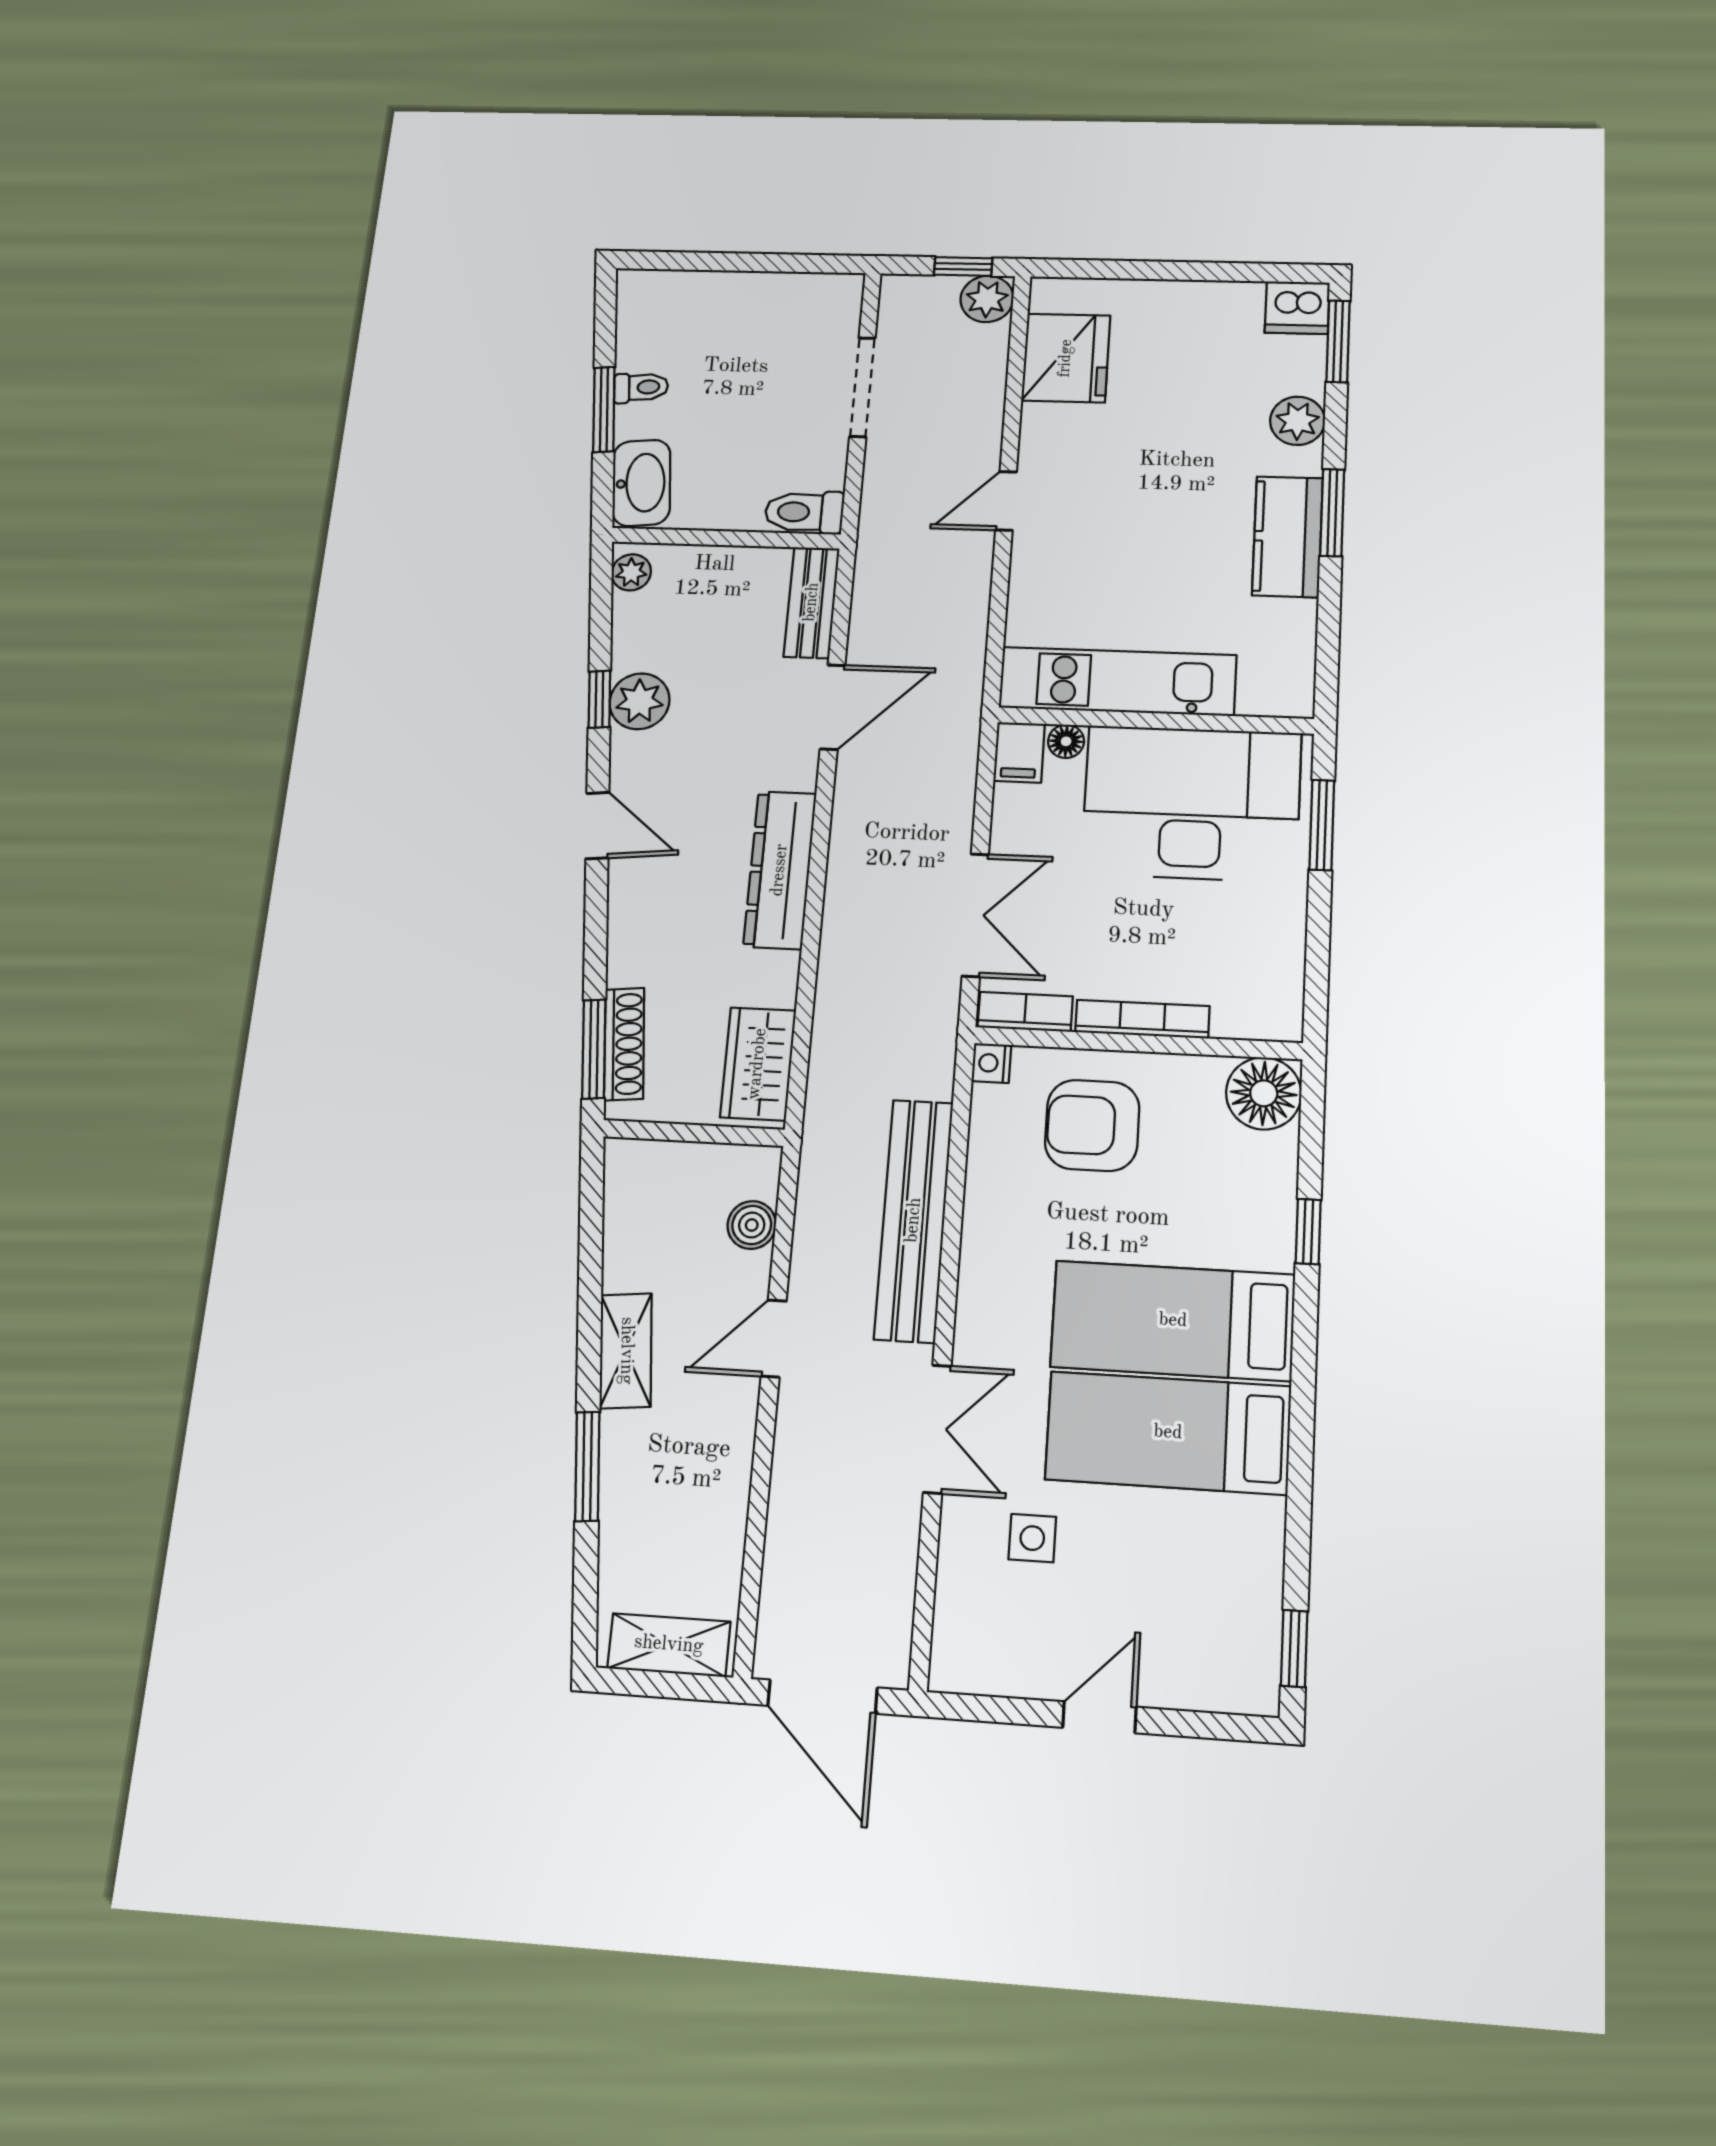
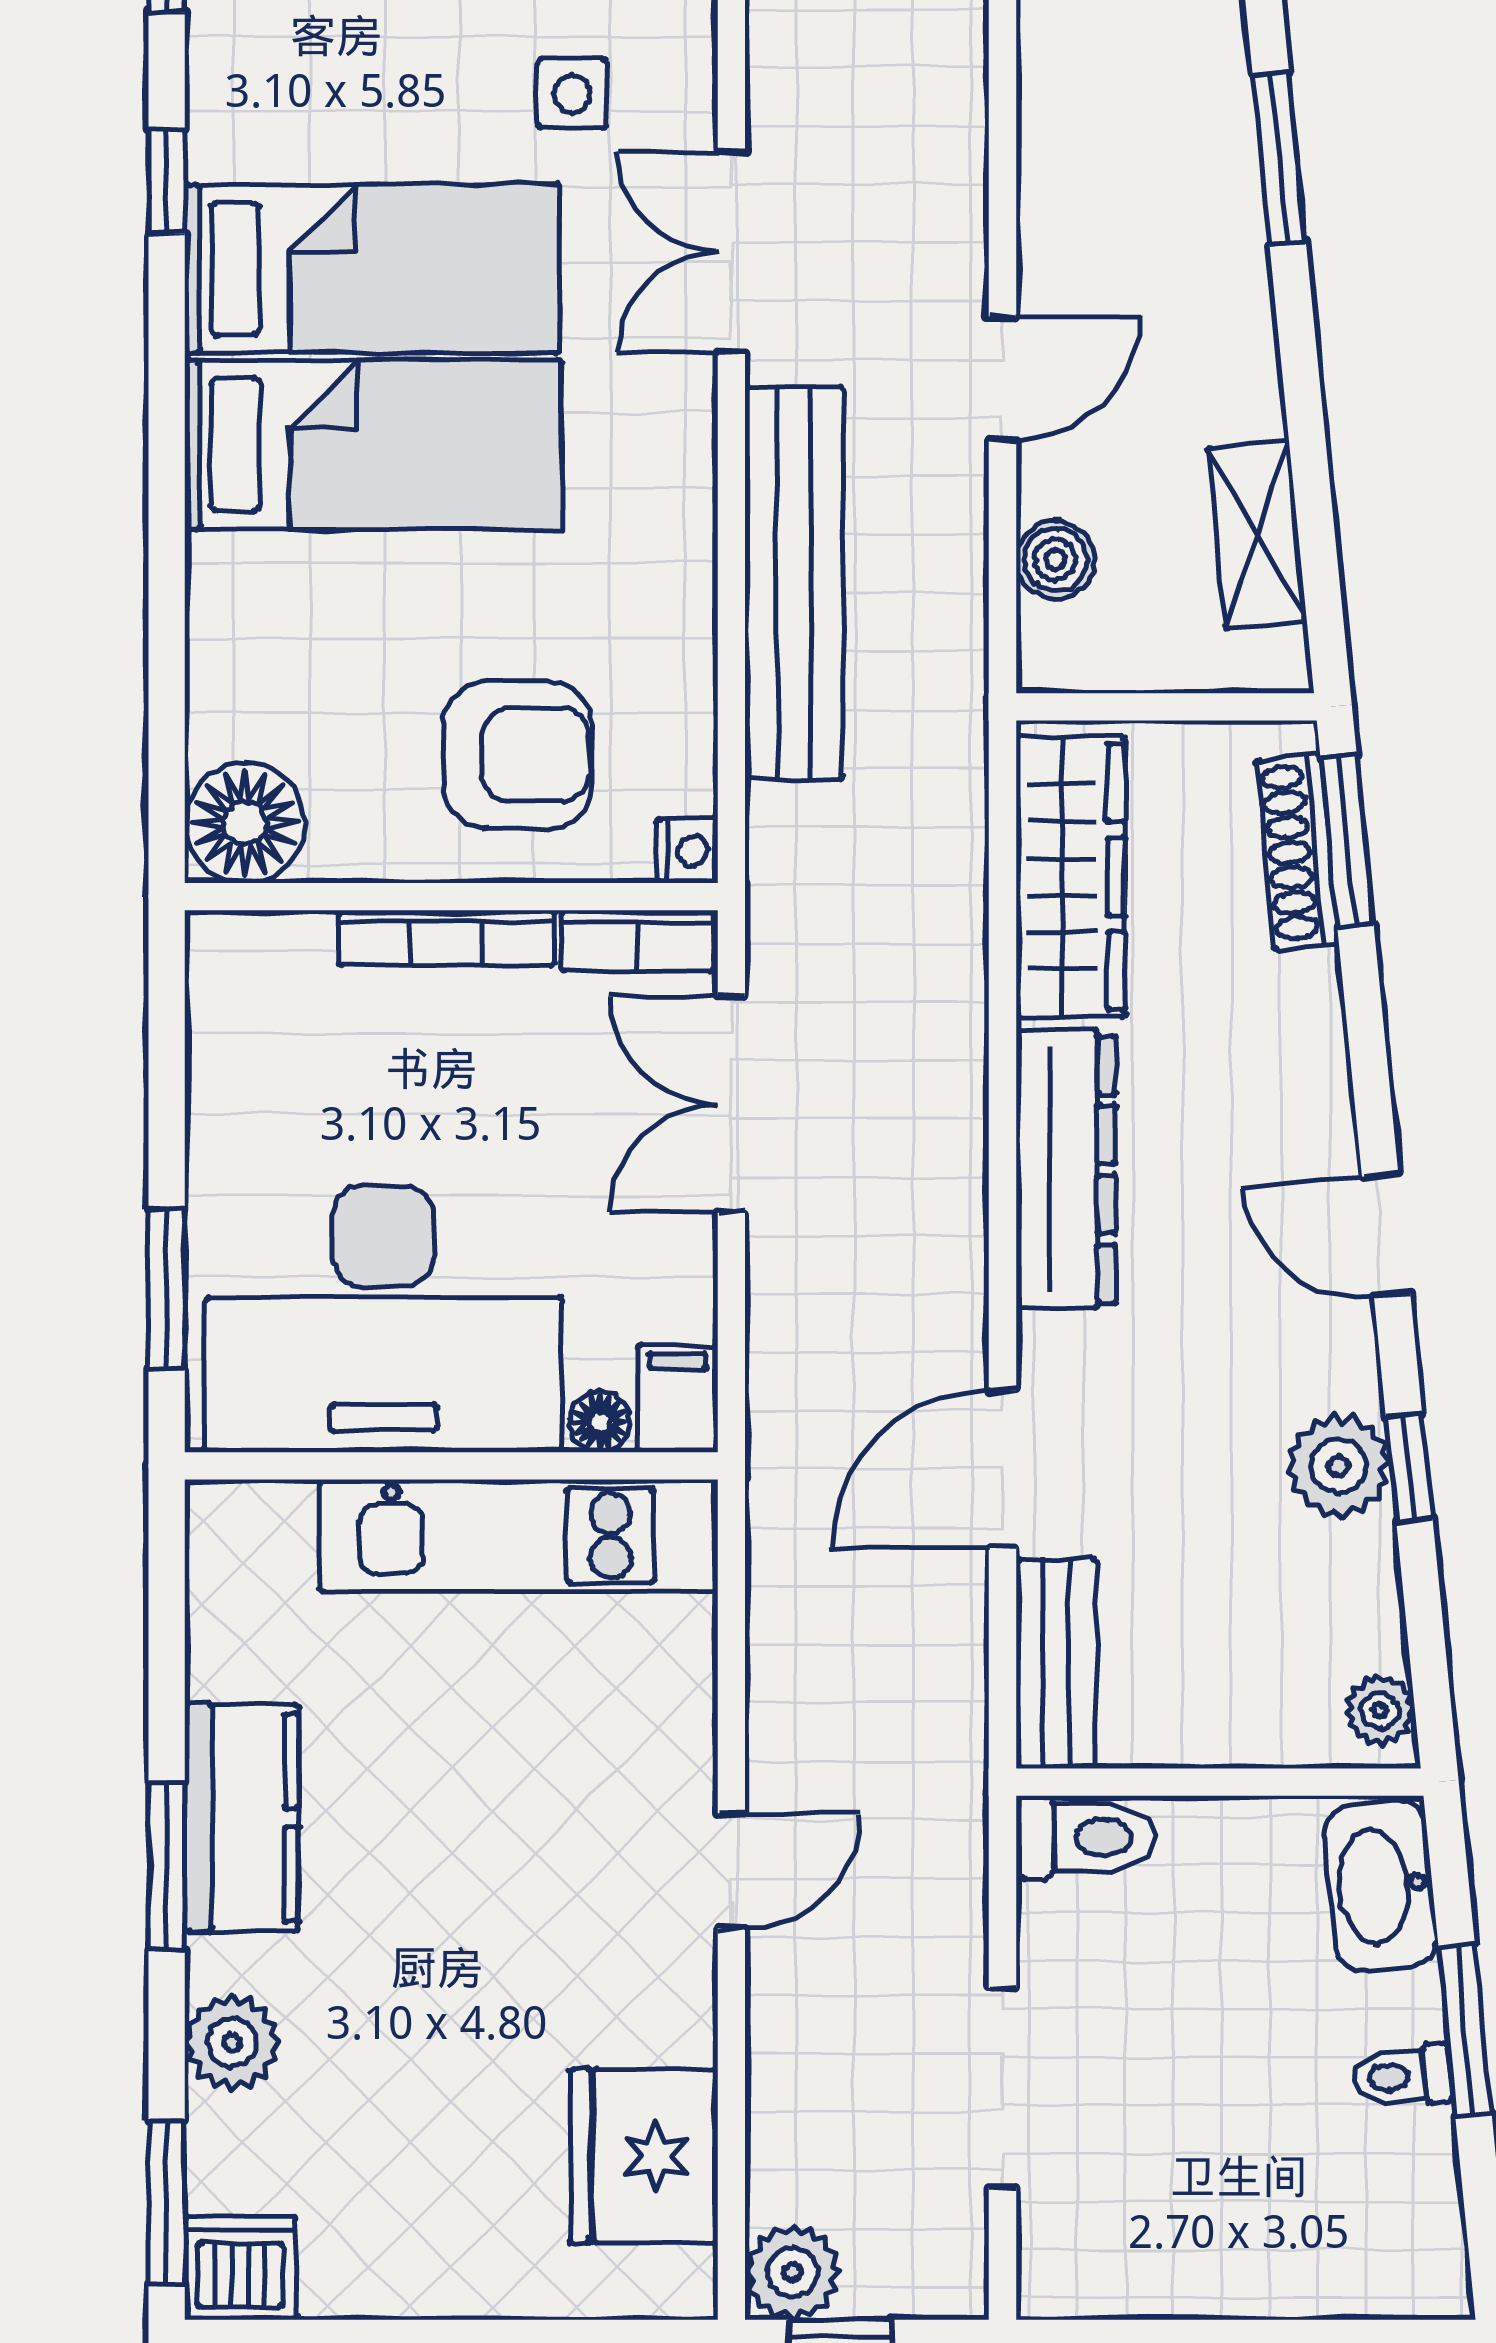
wardrobe: (758, 1064) -> (1071, 877), width x1.50
window: (1308, 1231) -> (167, 181), moved
shelving: (626, 1351) -> (1257, 534), moved

